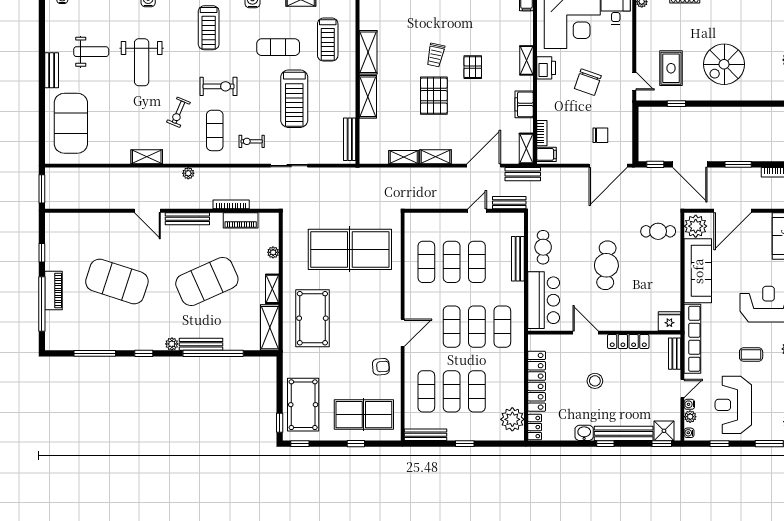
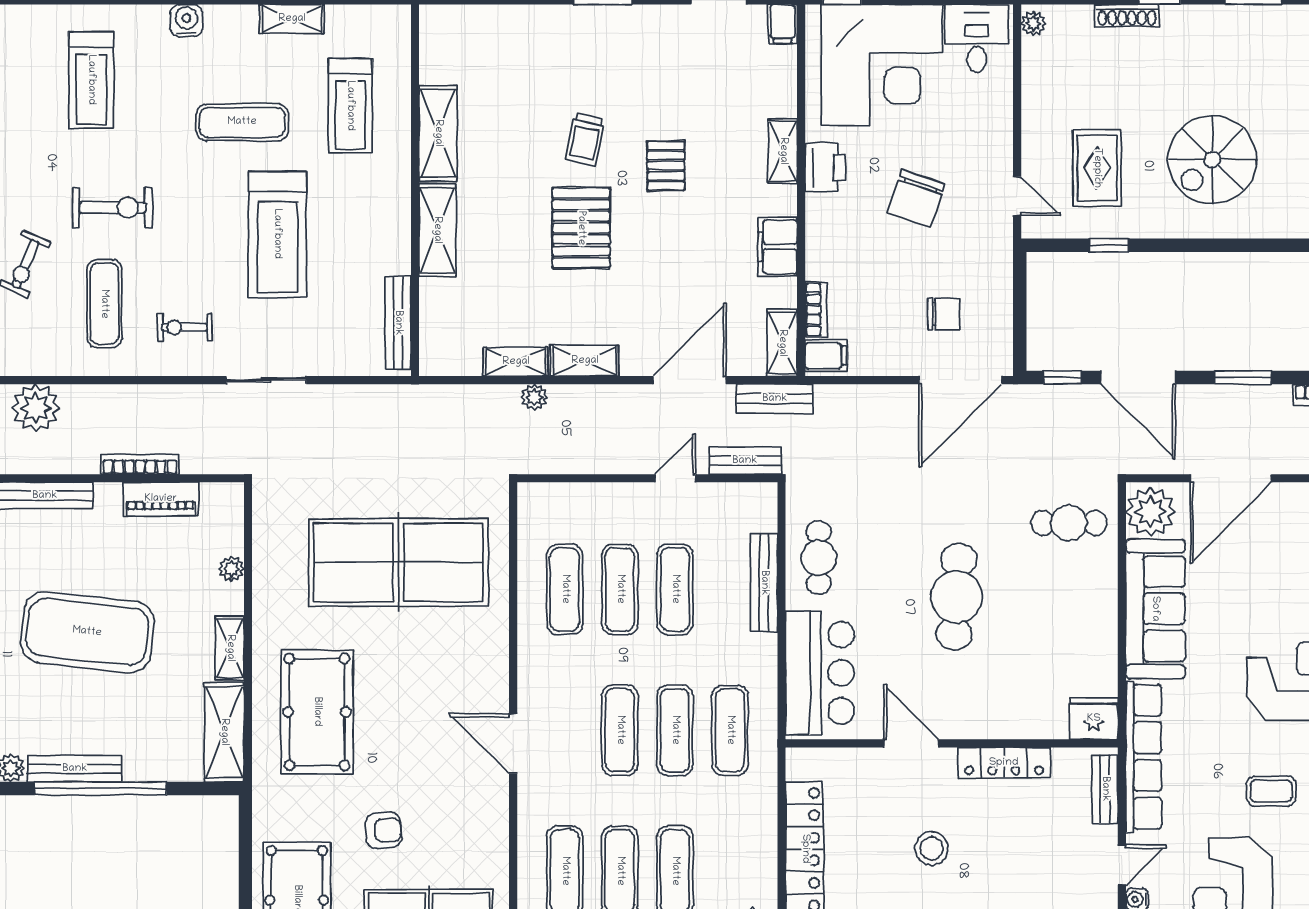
plant: (188, 173) -> (36, 408), width x1.87, depth x1.87
plant: (412, 173) -> (534, 397), added
exercise mat: (207, 281) -> (87, 632), turned 30
door: (403, 333) -> (513, 744), swing flipped
armchair: (381, 367) -> (384, 830), moved

